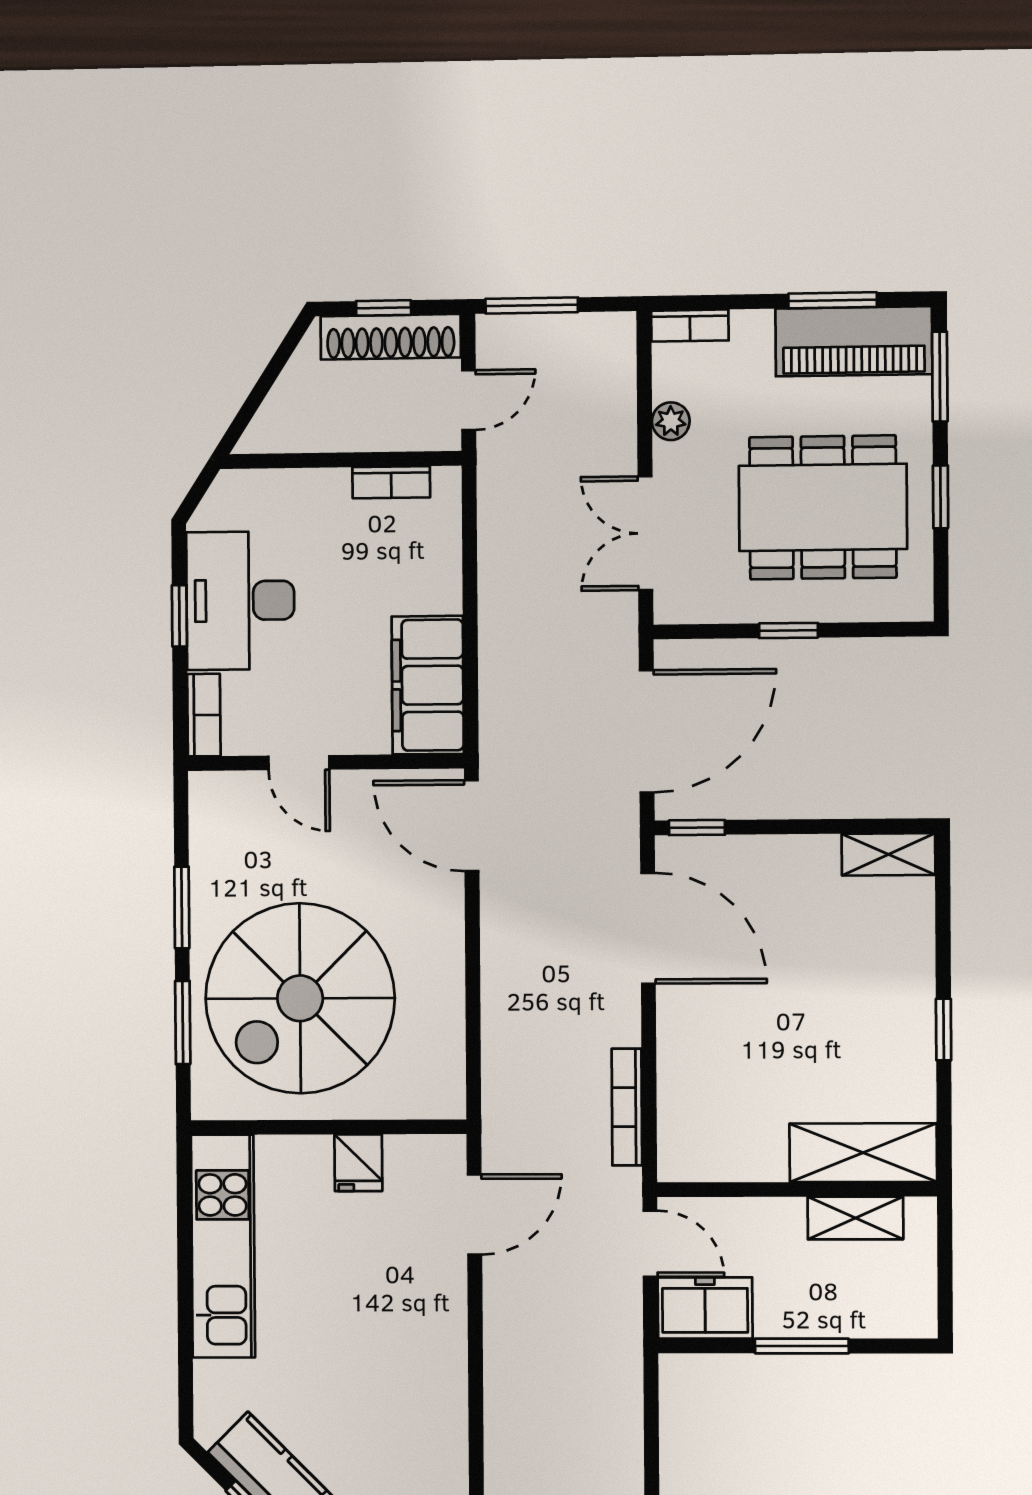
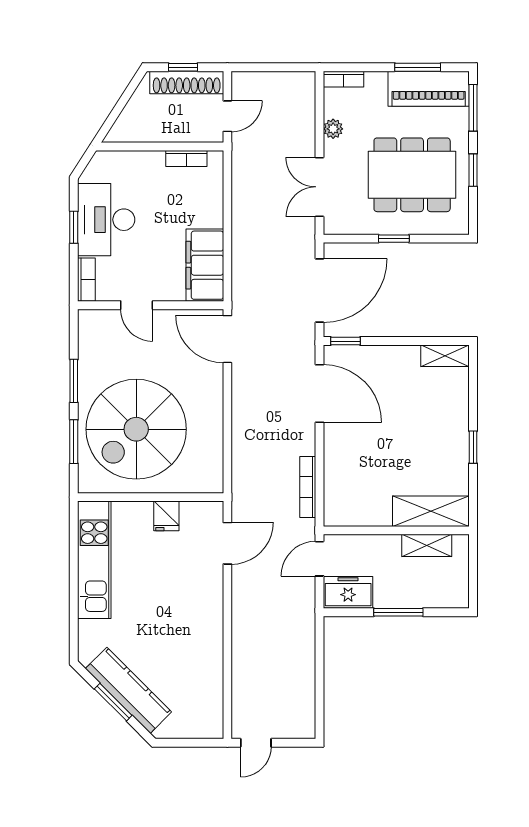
window: (532, 305) -> (261, 67), removed
door: (650, 1244) -> (319, 559), swing flipped

